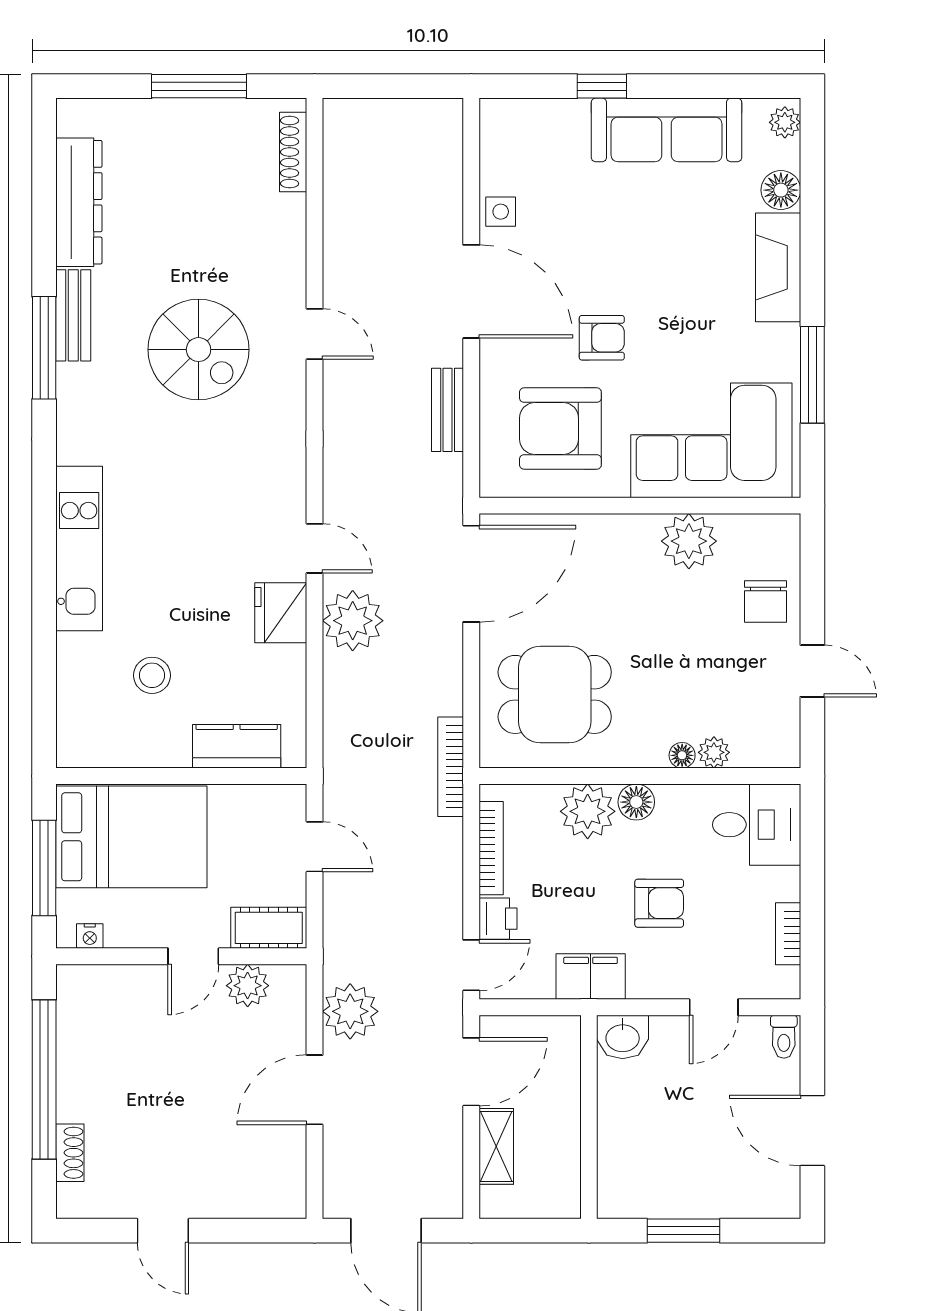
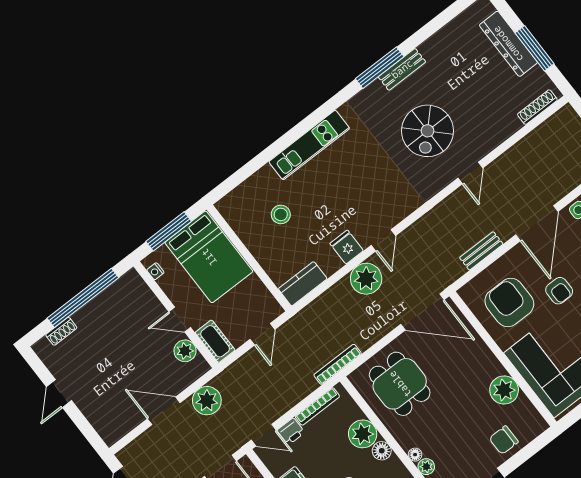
dresser: (79, 202) -> (508, 44), moved, turned 90
fridge: (281, 613) -> (347, 247), width x0.72
kitchen counter: (237, 746) -> (303, 284), moved, turned -90

